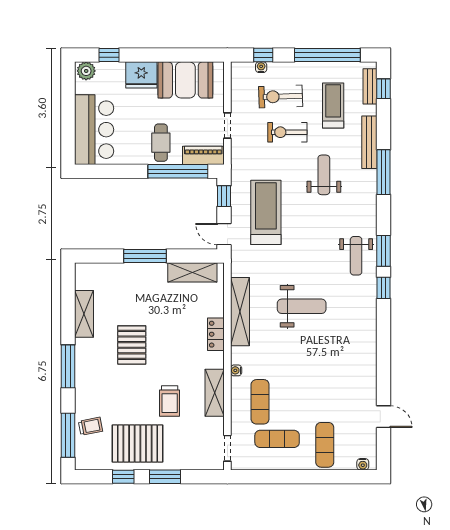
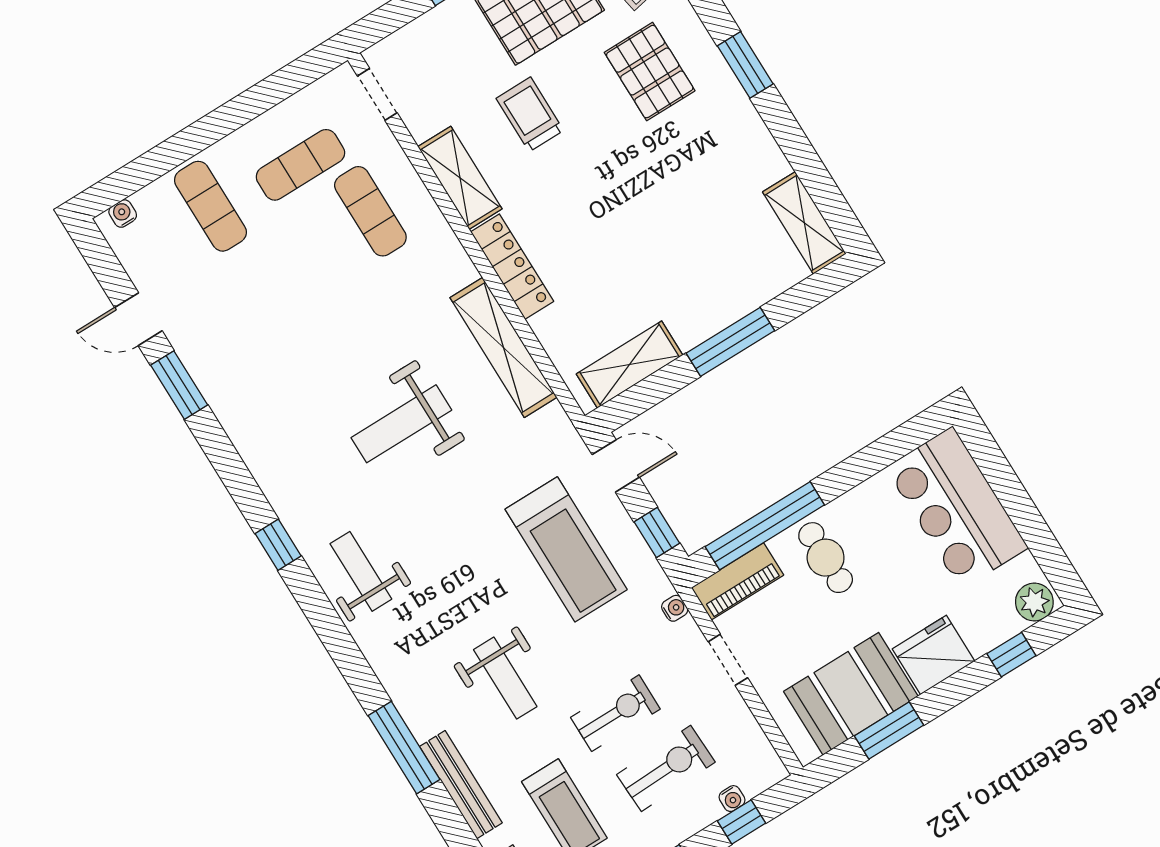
window: (179, 55) -> (889, 730), added
window: (383, 251) -> (179, 385), moved
shelving: (84, 314) -> (804, 223), moved
locker: (216, 334) -> (512, 267), width x1.53
pallet: (132, 345) -> (650, 72), moved
window: (68, 366) -> (745, 65), width x0.69
water cooler: (236, 370) -> (675, 608), moved

